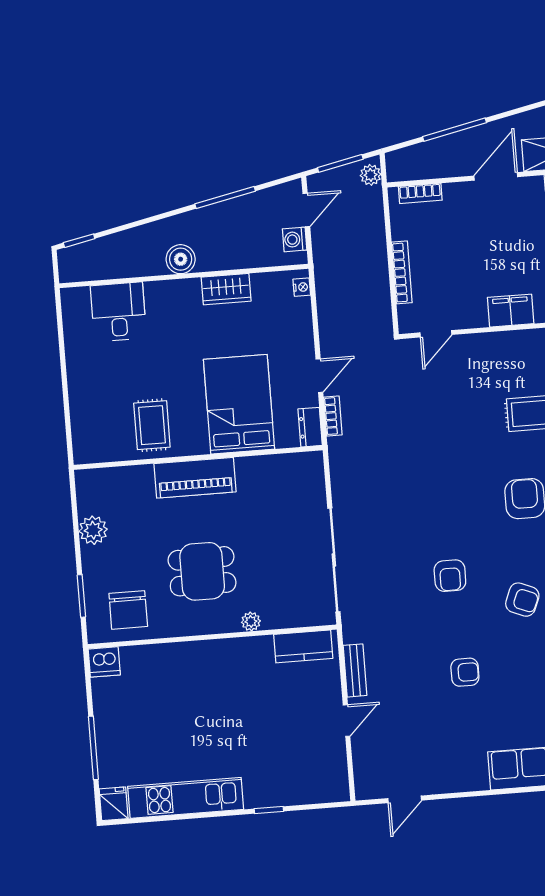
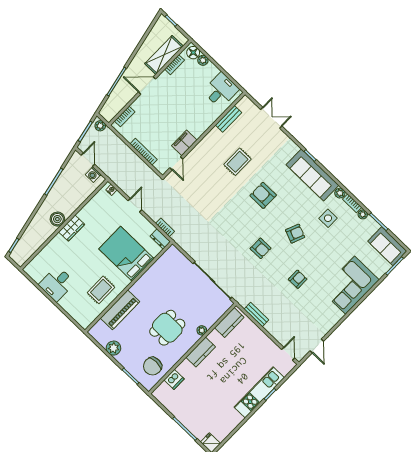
door: (496, 176) -> (147, 85), hinge flipped
wardrobe: (226, 289) -> (72, 228), moved
filing cabinet: (511, 311) -> (184, 143), moved
desk: (118, 312) -> (57, 284), moved, turned -90
door: (319, 376) -> (135, 205), moved
rug: (152, 425) -> (101, 290), turned 90
piano: (195, 478) -> (120, 310), moved
chair: (128, 610) -> (153, 366), turned 90
kitchen counter: (220, 653) -> (201, 352), added
dishwasher: (104, 662) -> (174, 379), moved
door: (347, 721) -> (288, 354), moved
kitchen unit: (186, 798) -> (259, 392), moved

